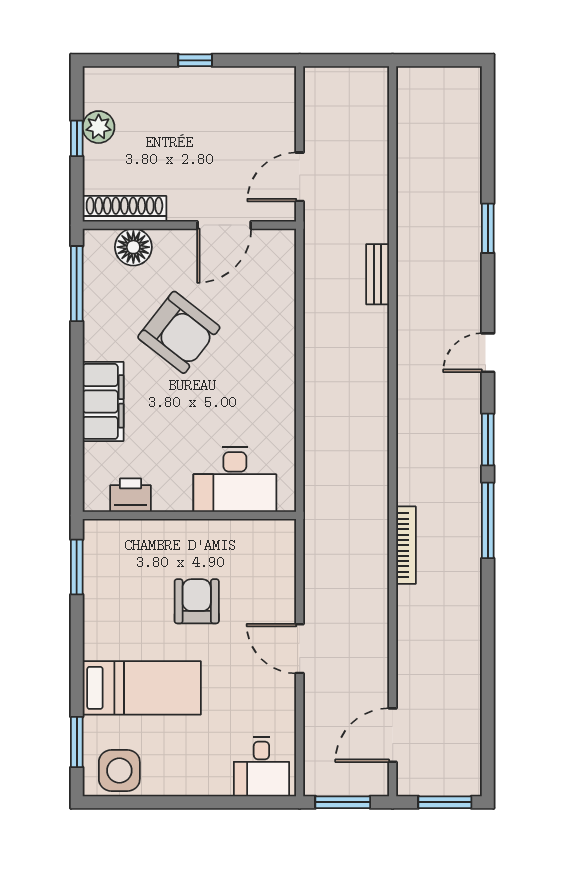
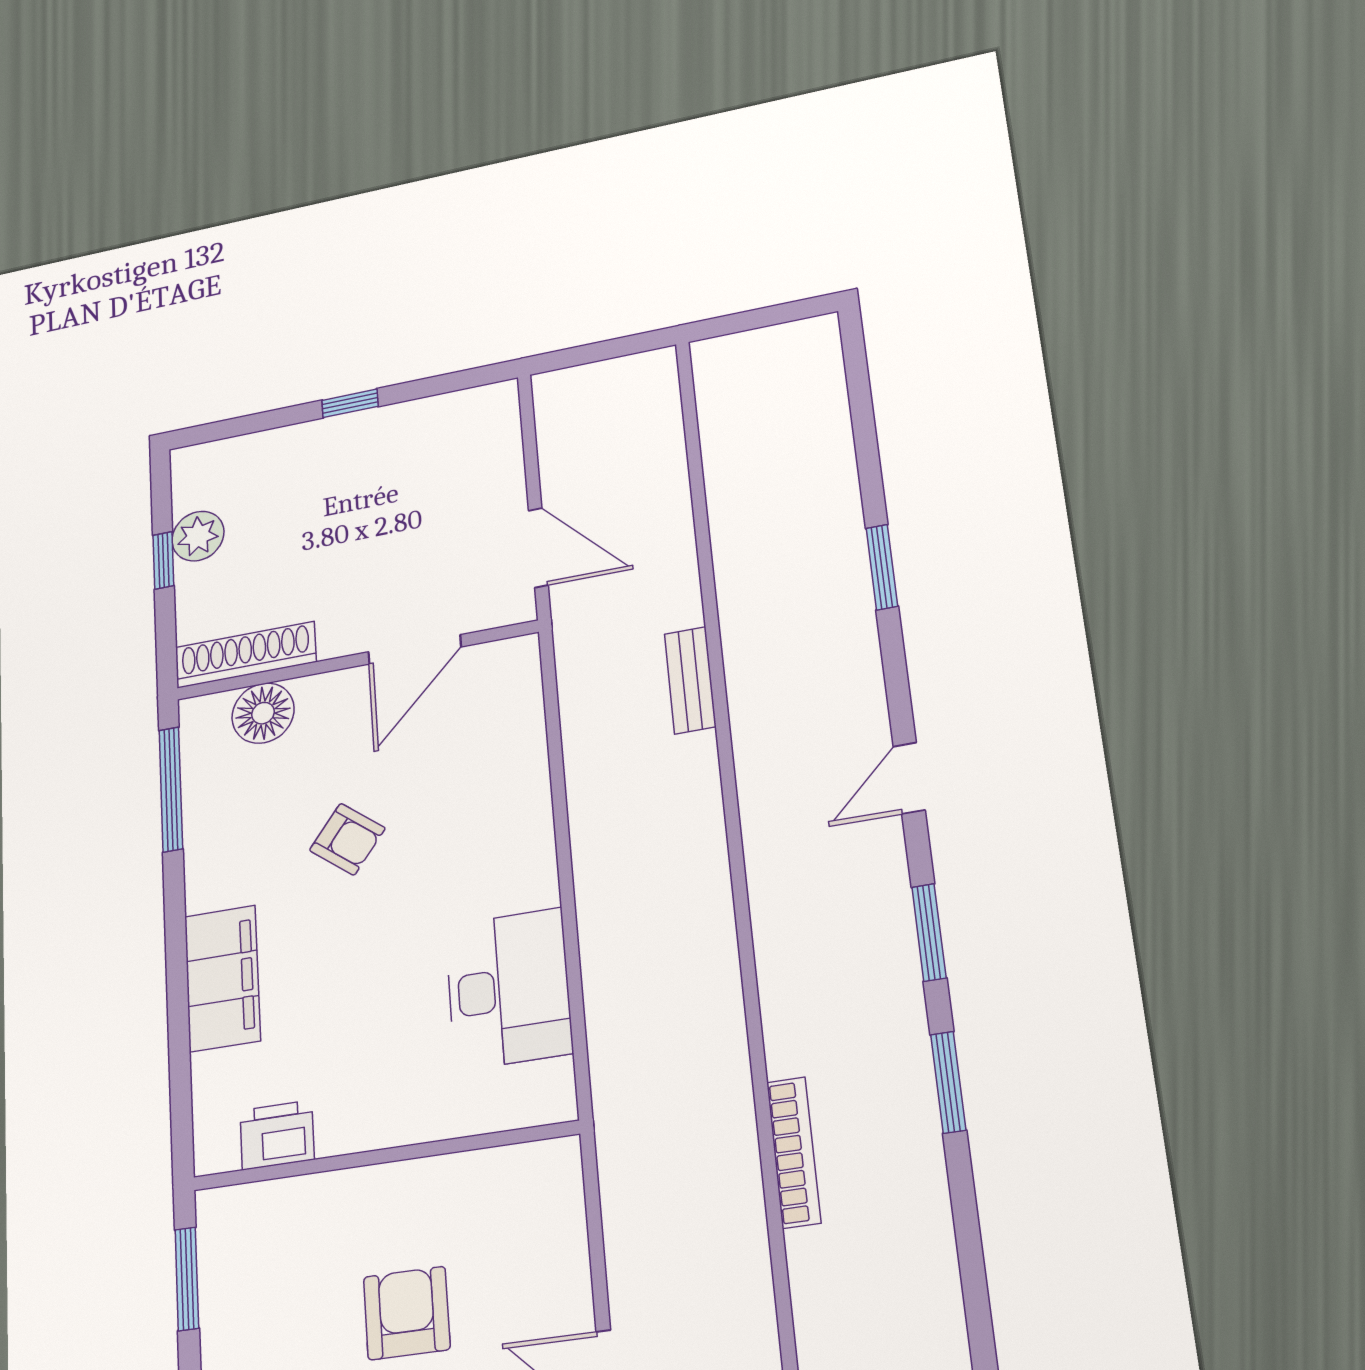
door: (300, 177) -> (538, 548), swing flipped
armchair: (179, 332) -> (347, 839), width x0.53, depth x0.53
desk: (235, 479) -> (509, 989), moved, turned -90
window: (488, 520) -> (948, 1082), width x0.69

